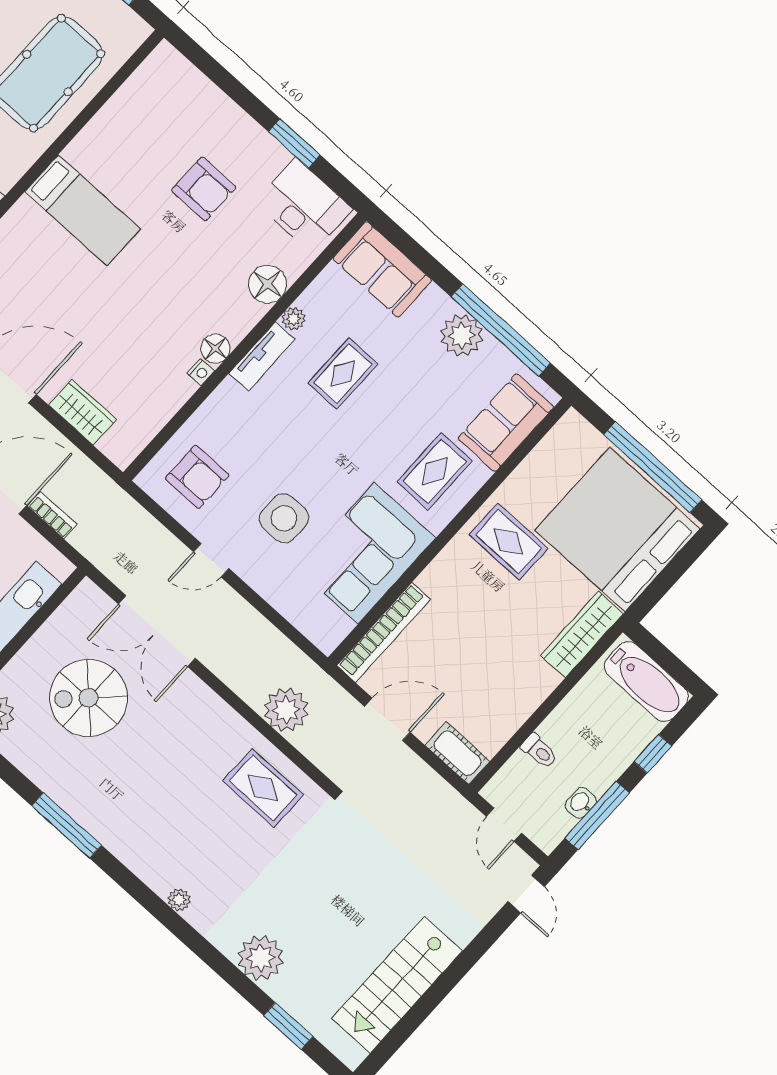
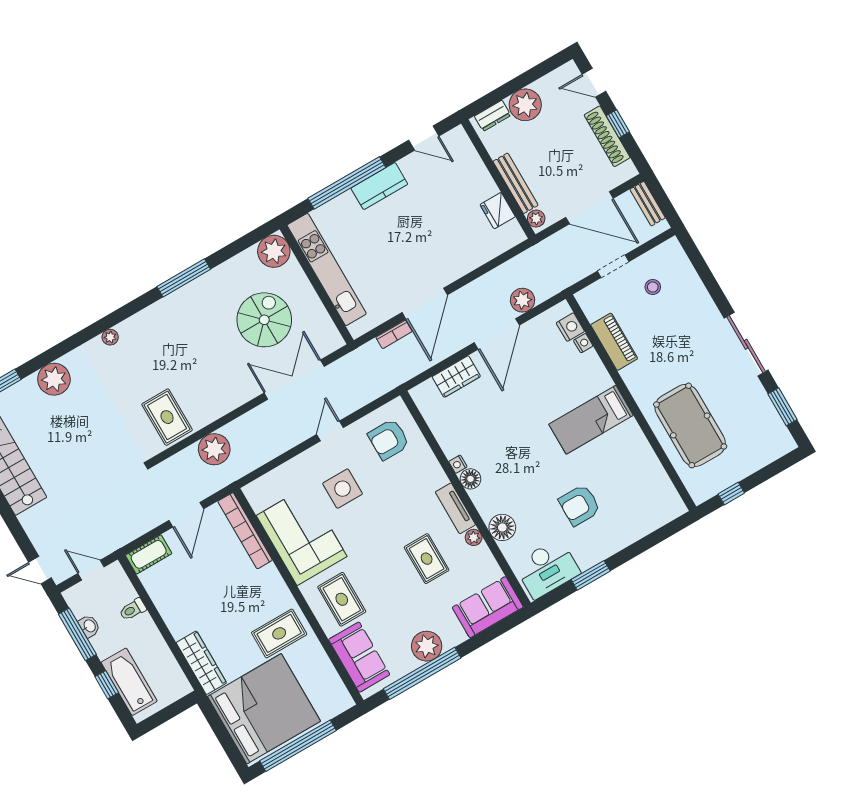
bathtub: (646, 682) -> (129, 682), moved, turned 90
rug: (263, 788) -> (167, 417), turned 90

